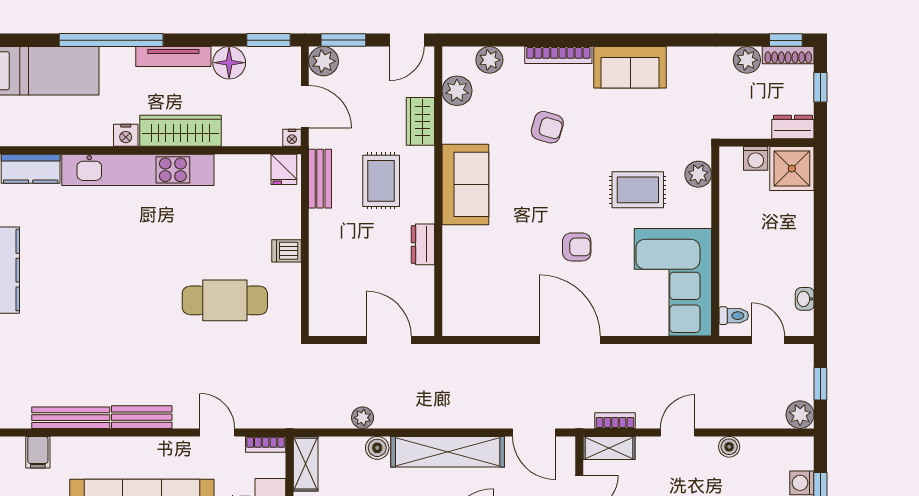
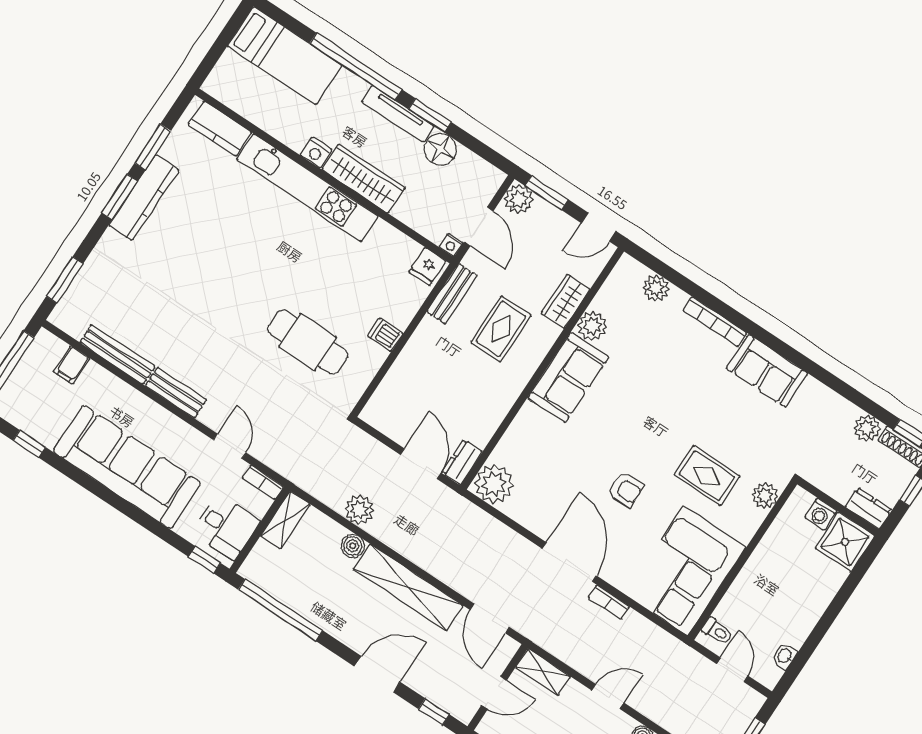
window: (269, 40) -> (430, 116), moved
plant: (457, 91) -> (592, 326), moved
armchair: (547, 127) -> (667, 375), removed
dresser: (423, 244) -> (462, 462), moved
plant: (462, 316) -> (494, 484), added
plant: (363, 418) -> (359, 510), width x1.38, depth x1.38
bookcase: (615, 421) -> (609, 602), moved, turned 180

